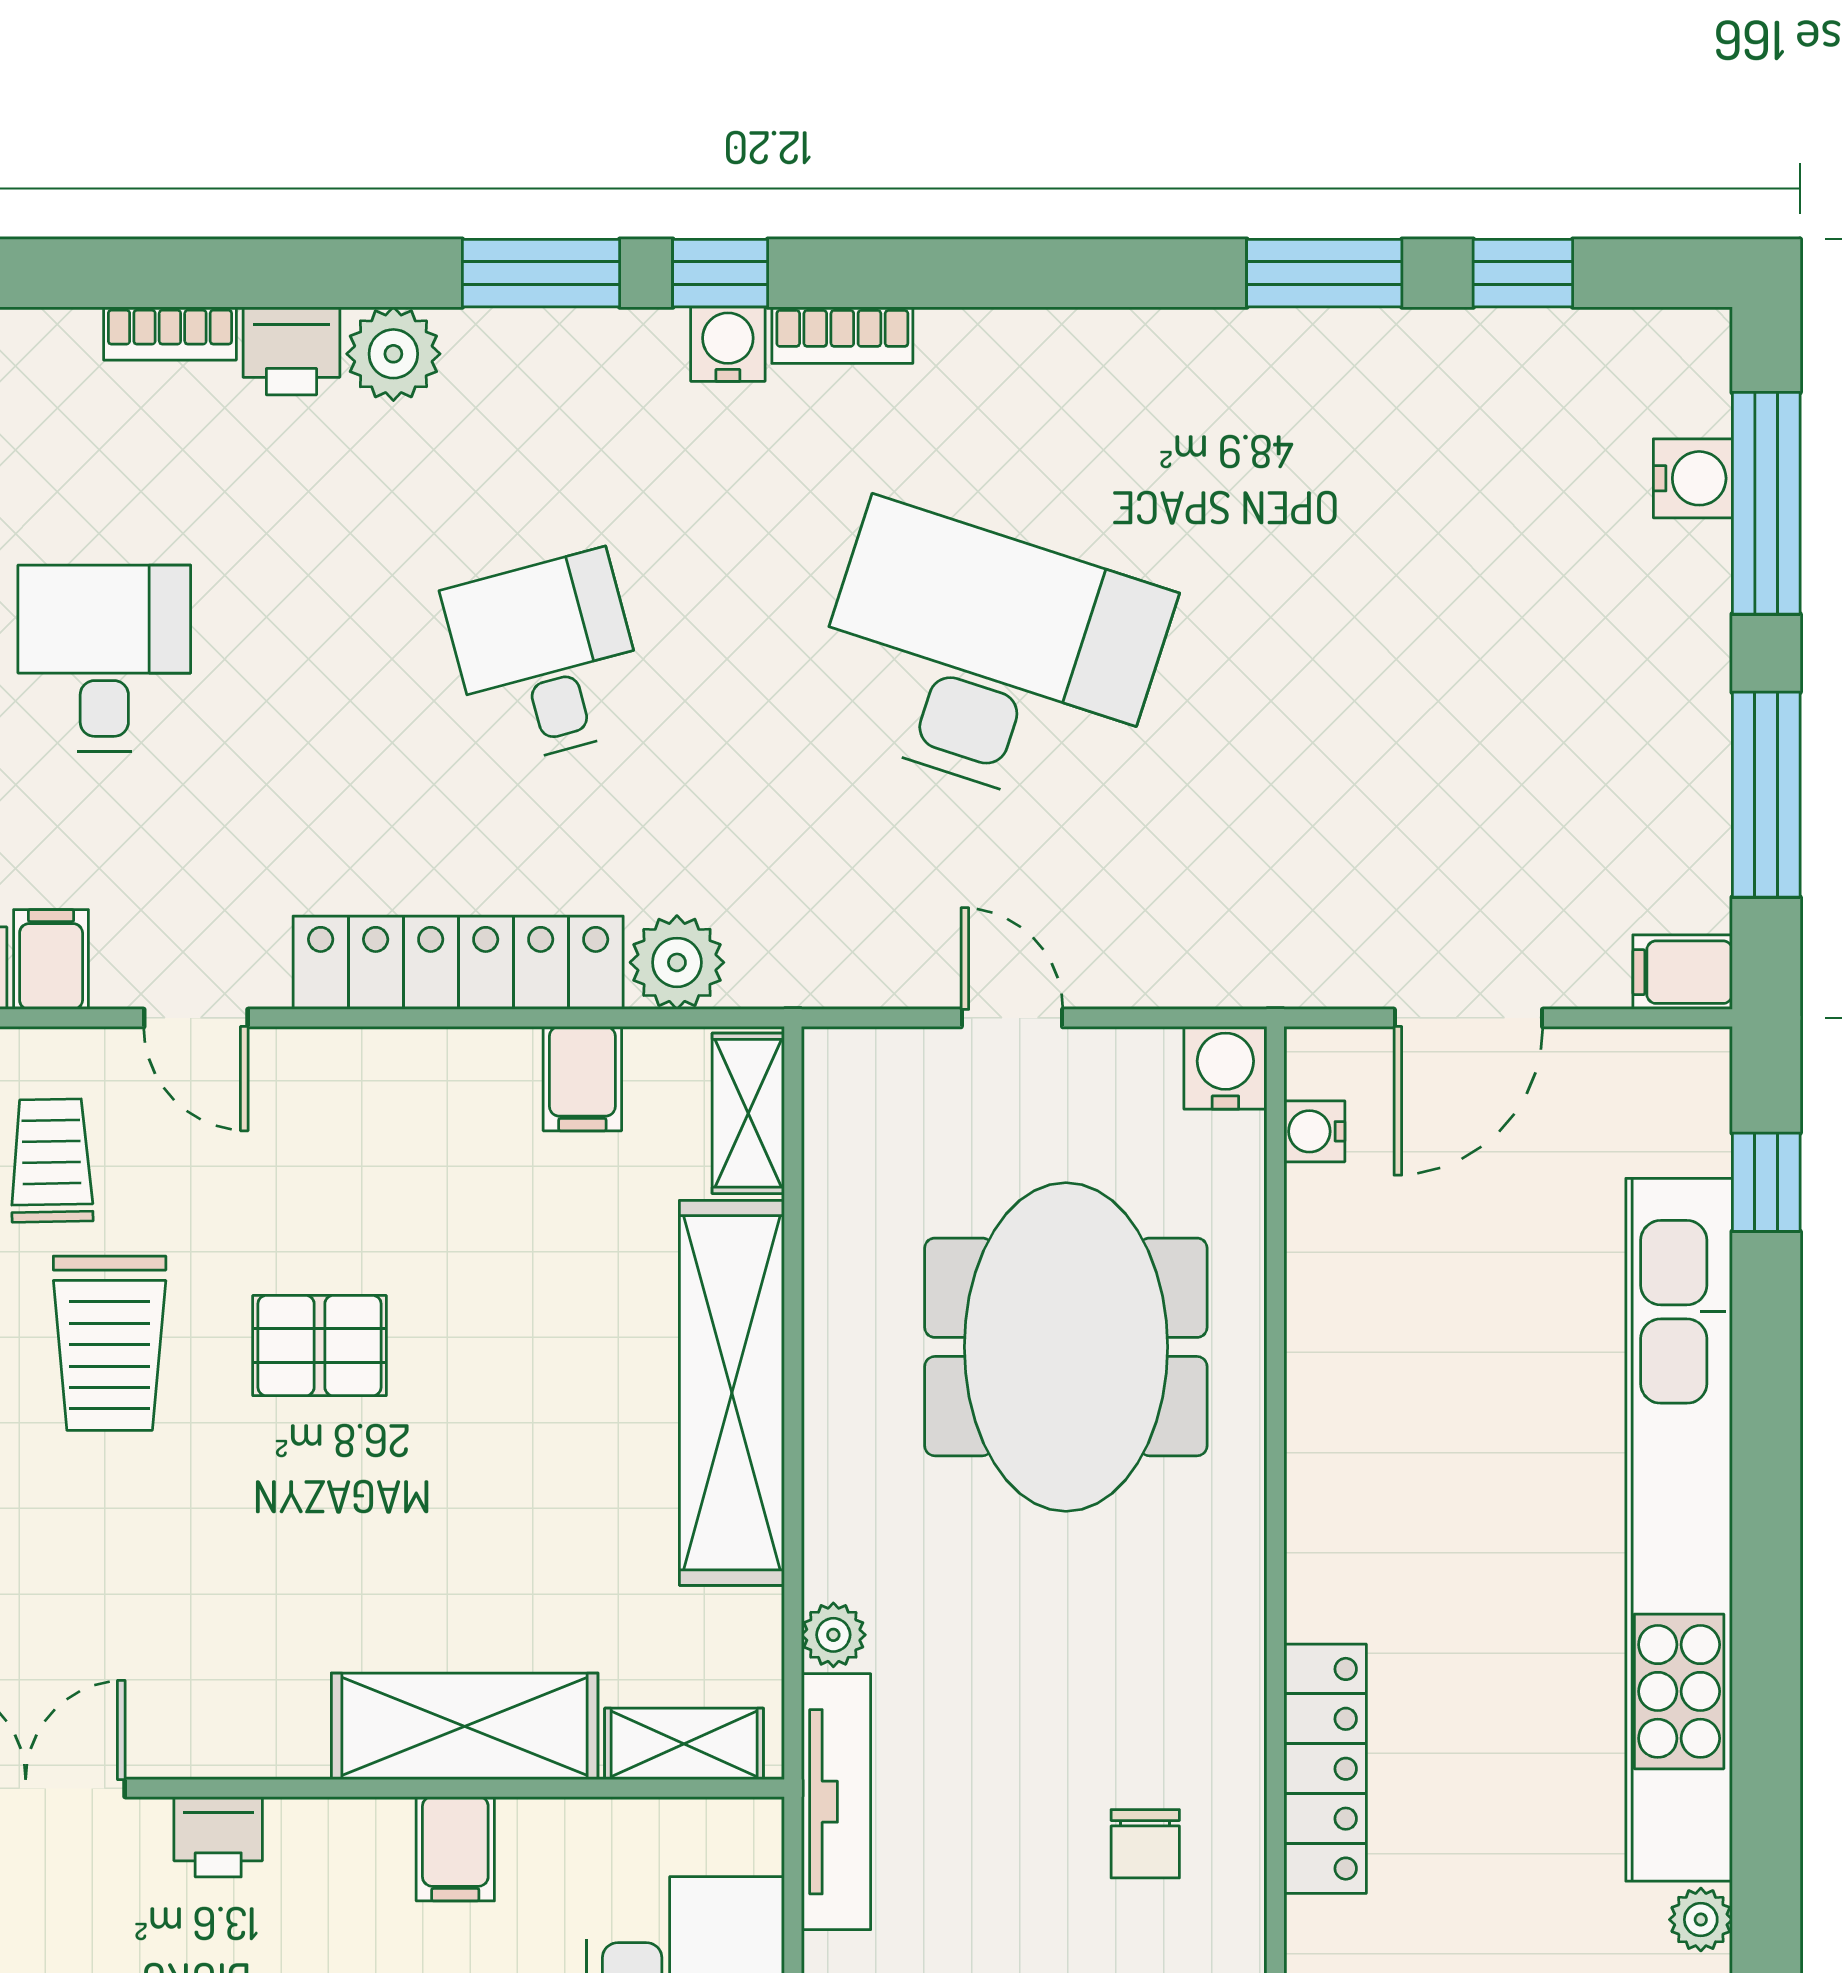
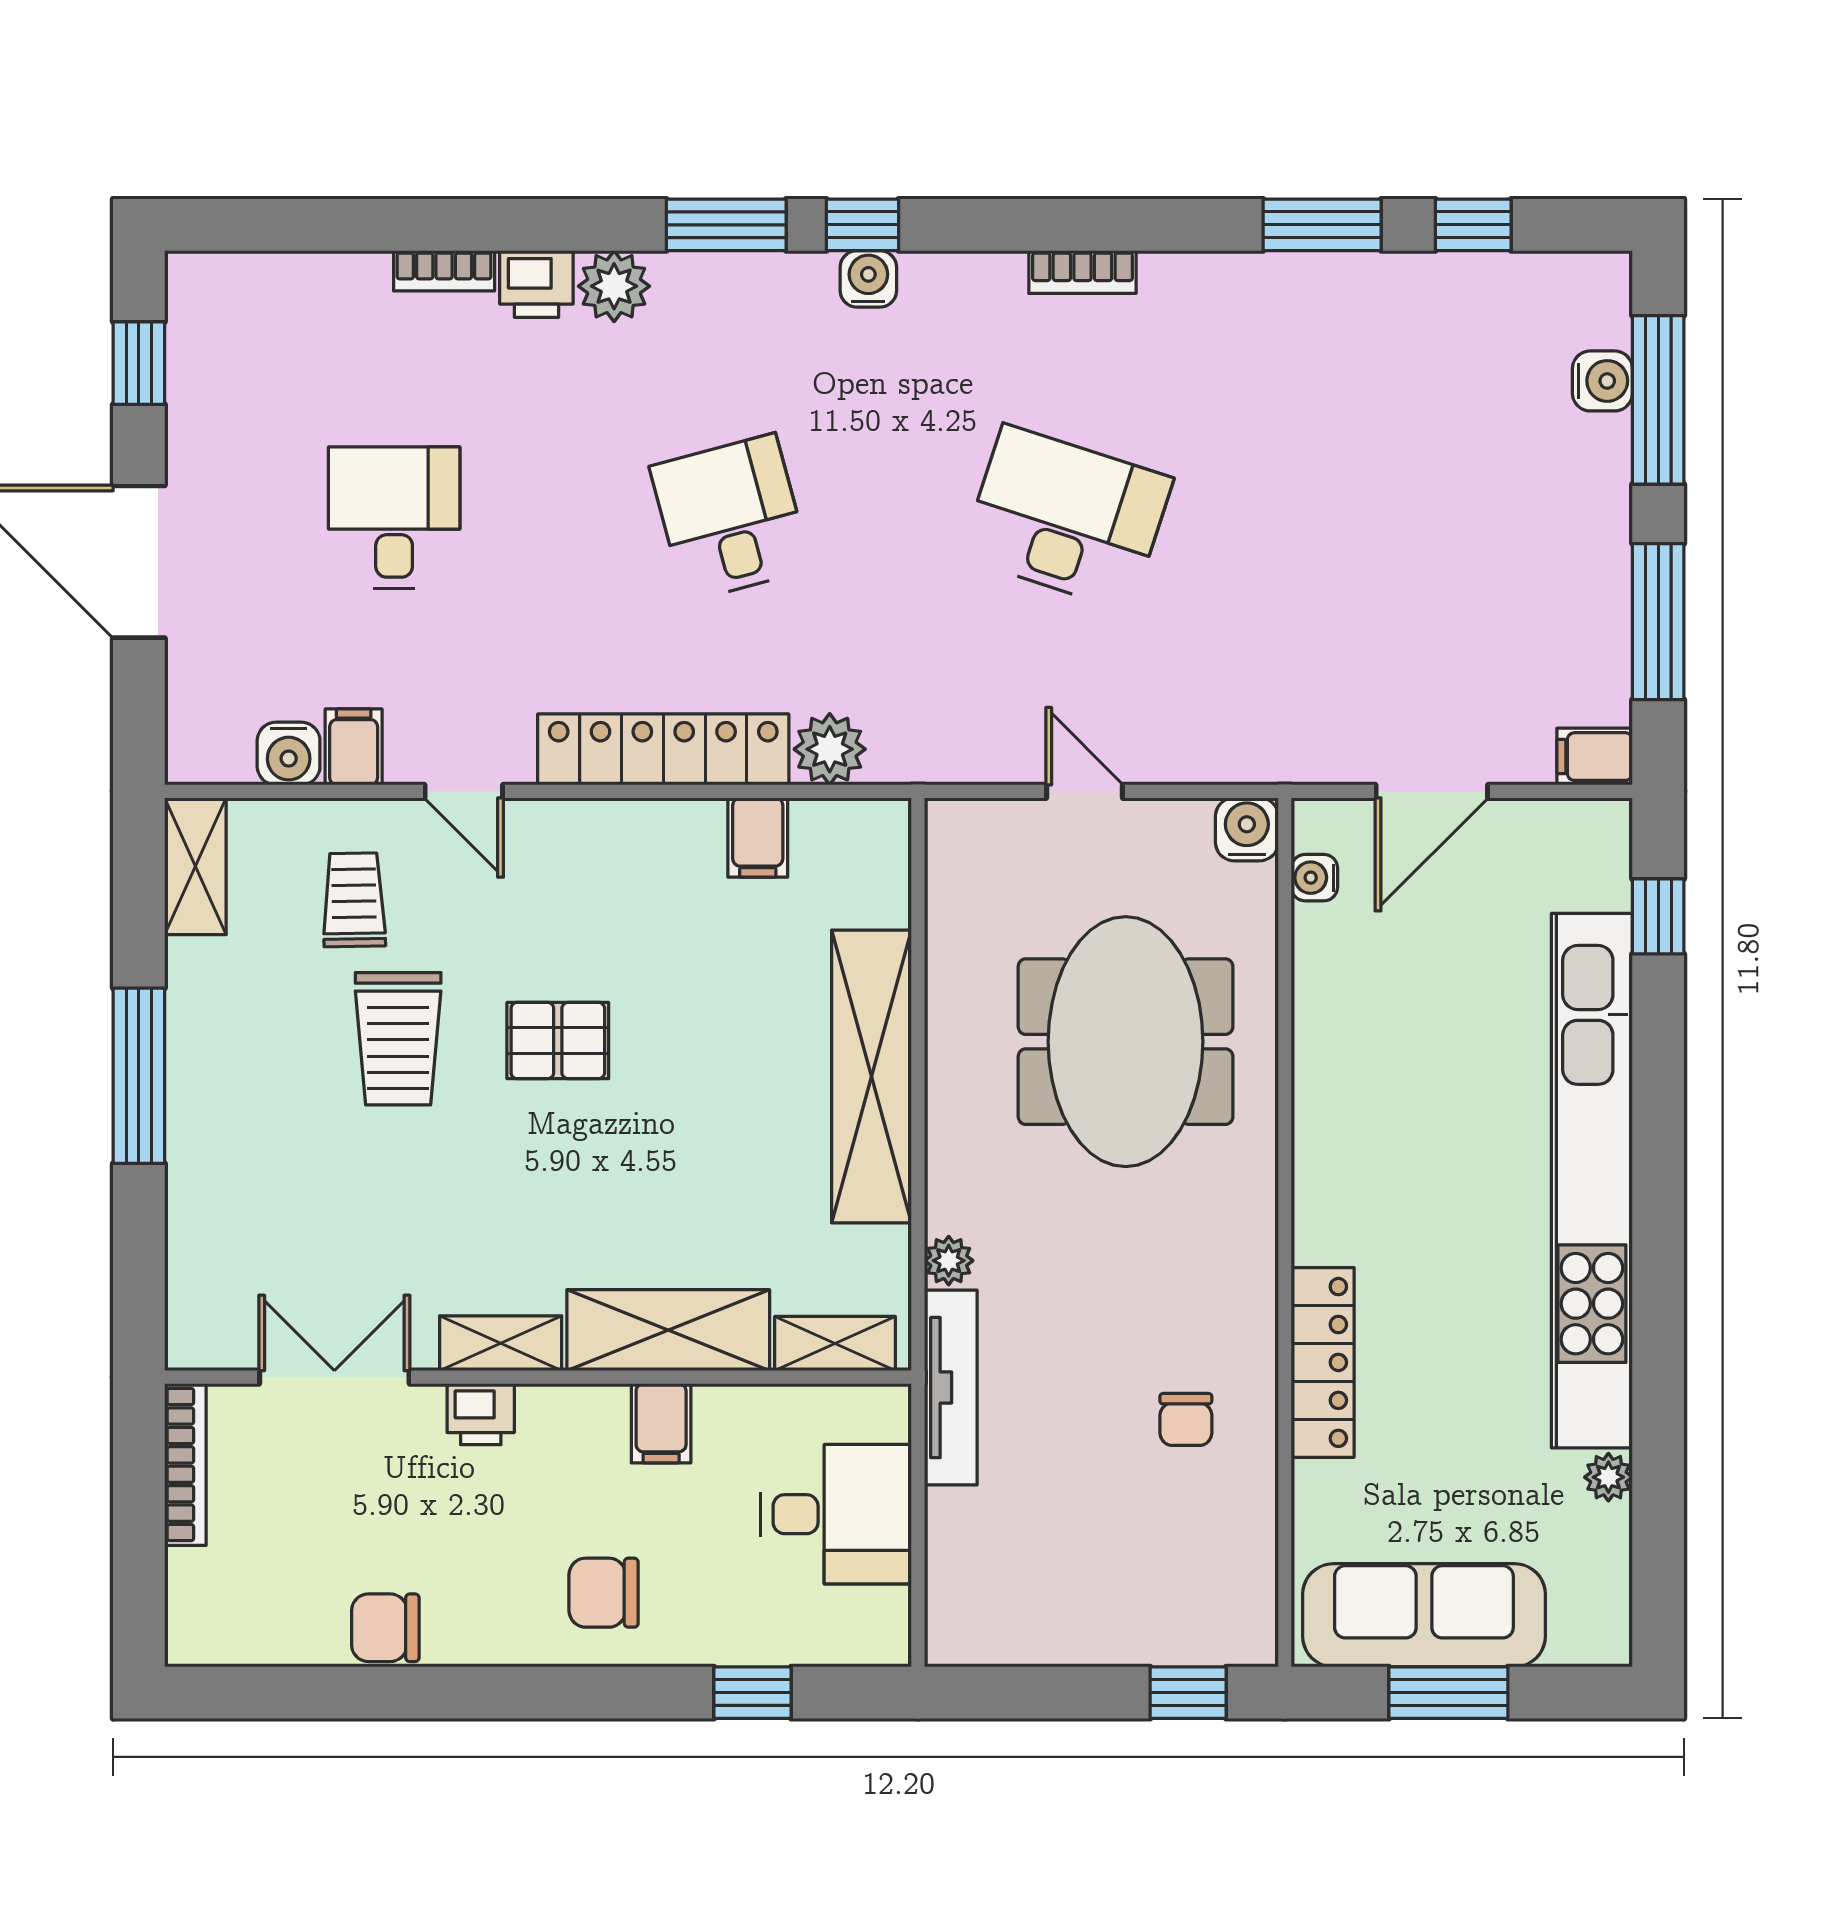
bookcase: (842, 335) -> (1082, 272), moved
desk: (989, 658) -> (1067, 518), width x0.73, depth x0.77
shelving: (748, 1113) -> (501, 1343), moved, turned 90

